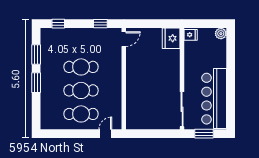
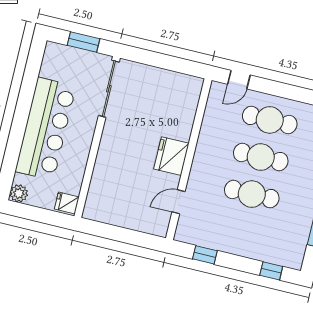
fridge: (171, 38) -> (171, 156), moved, turned 180
door: (124, 39) -> (178, 202), moved
bar counter: (214, 99) -> (46, 129), moved

